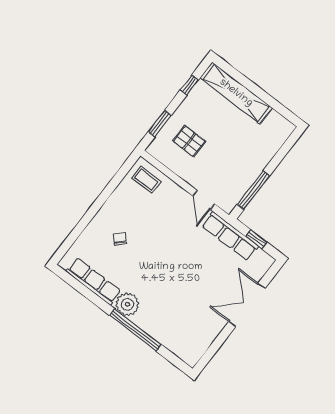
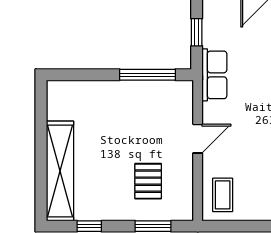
door: (204, 200) -> (198, 139), moved
row of seats: (230, 236) -> (214, 75), width x0.68

